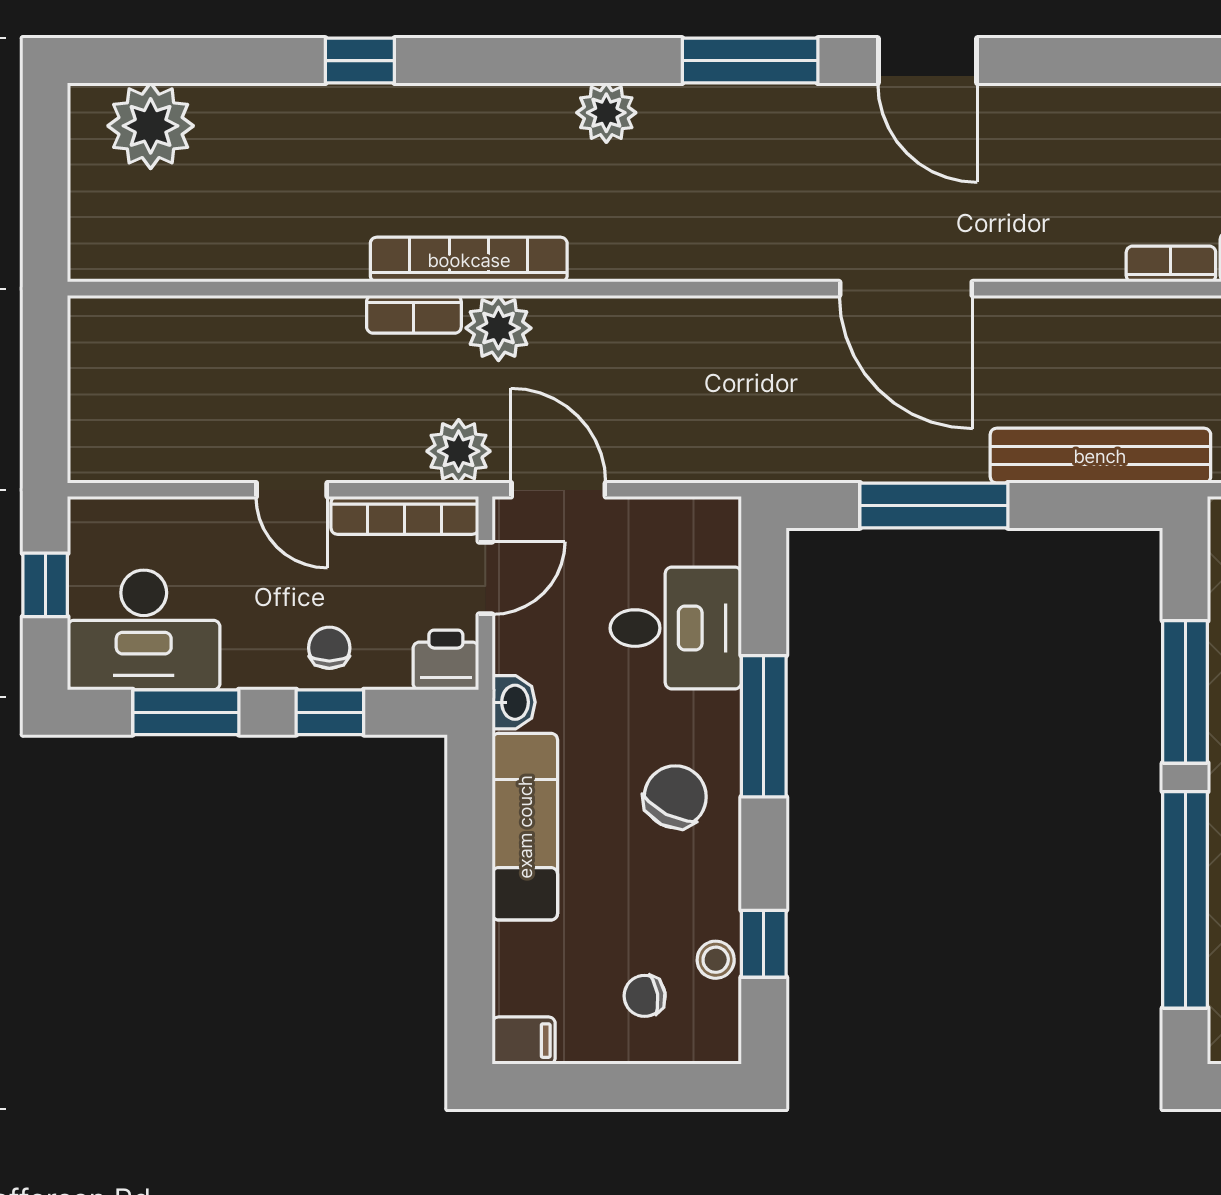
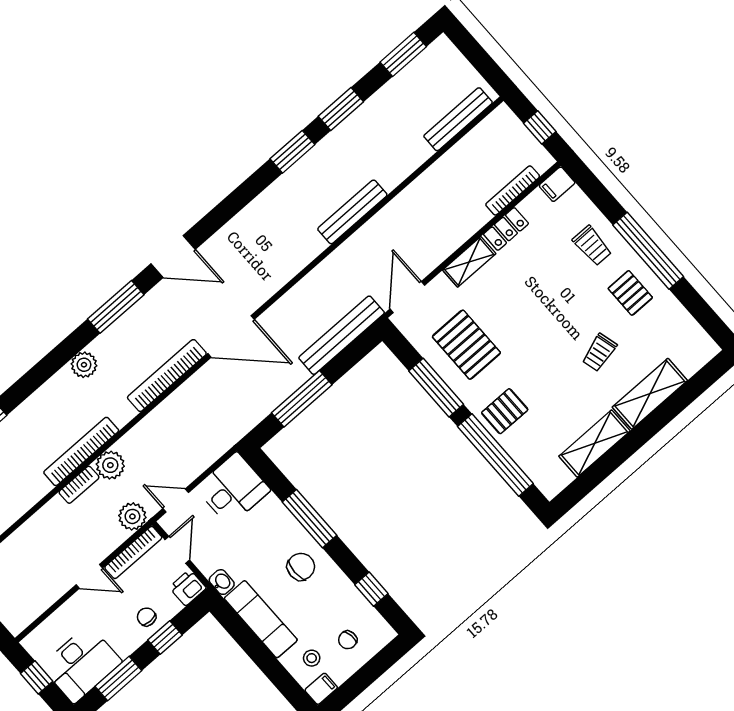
bookcase: (1171, 264) -> (167, 376), moved, width x2.31, depth x1.31
door: (558, 490) -> (176, 501), width x0.73
desk: (676, 628) -> (233, 489), moved
chair: (675, 797) -> (301, 567), turned 63
stool: (716, 960) -> (312, 658), moved

